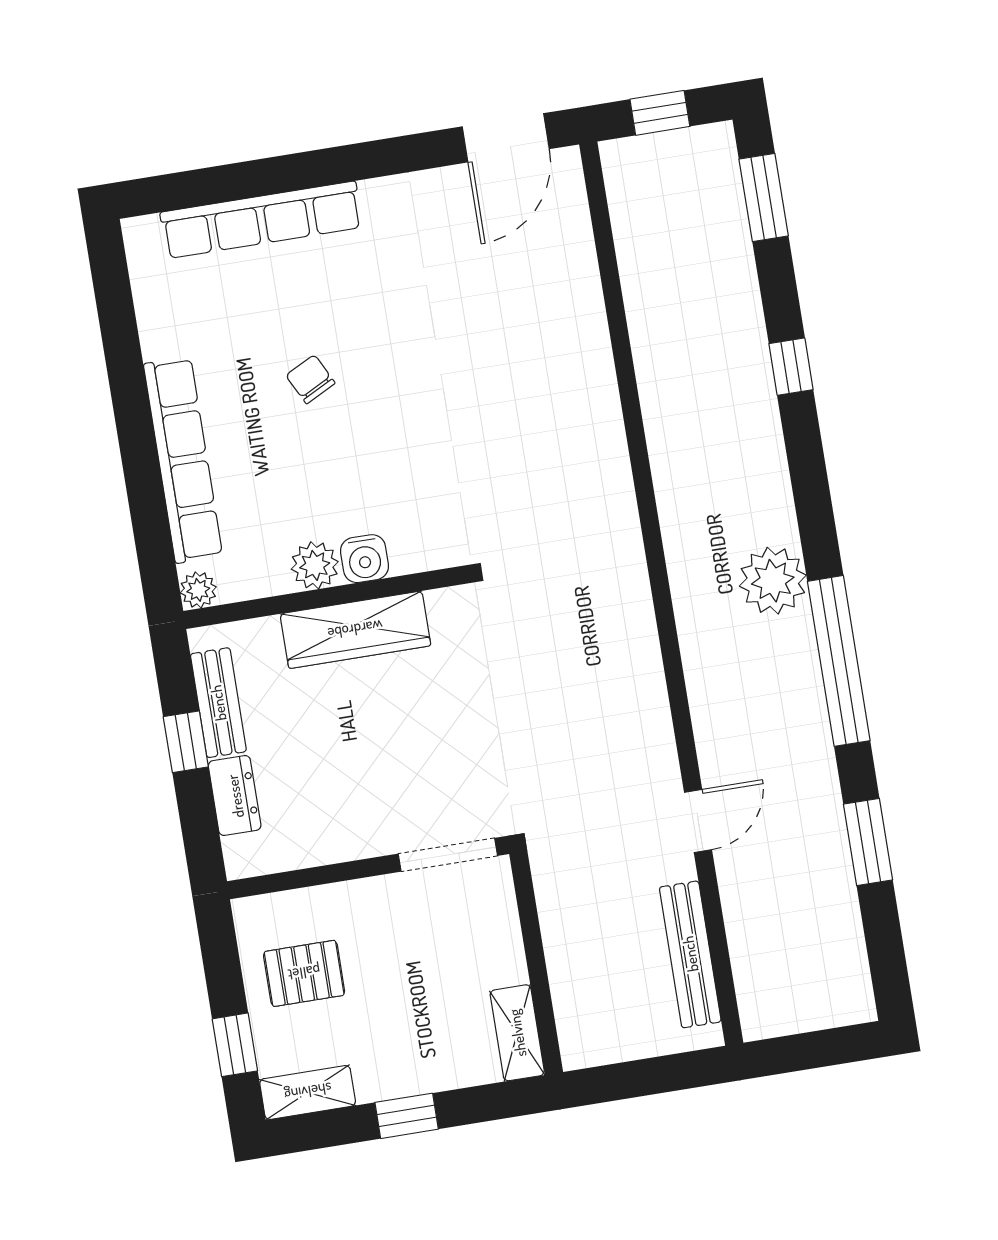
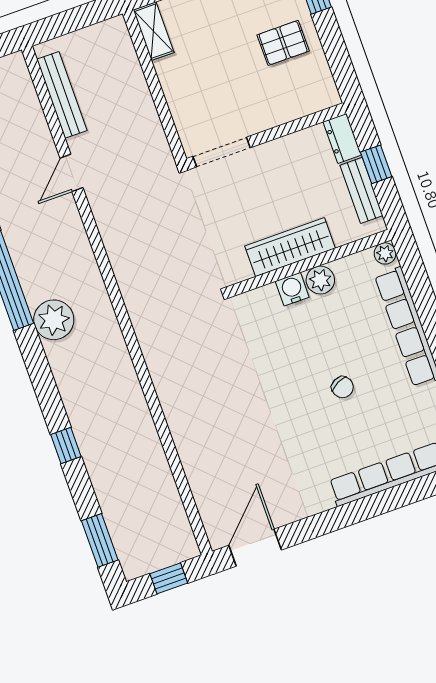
doorway: (448, 855) -> (222, 152), moved
wall: (368, 868) -> (266, 136), moved

